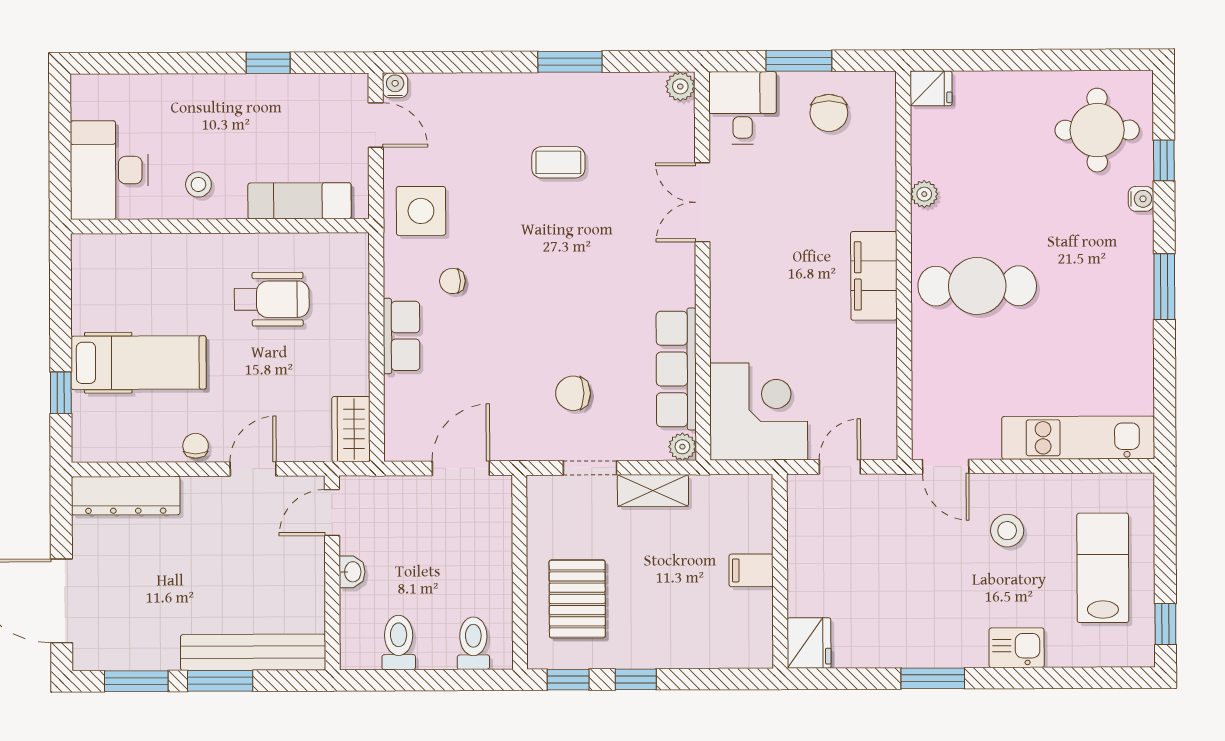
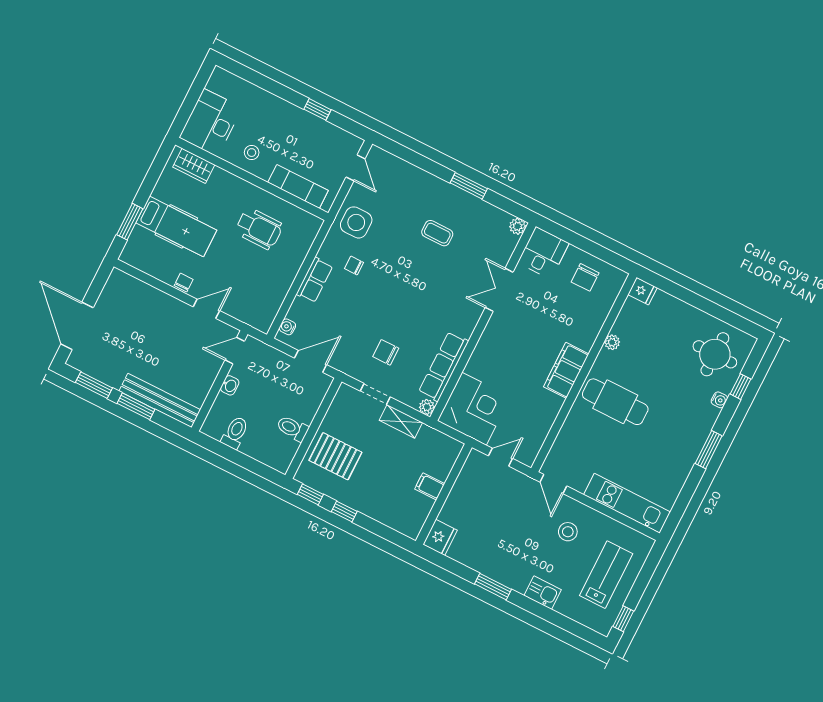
window: (799, 61) -> (583, 244), removed
water cooler: (395, 85) -> (287, 327), moved, turned -90
window: (61, 393) -> (130, 222), width x1.50
wardrobe: (351, 429) -> (194, 166), moved, turned -90
dresser: (126, 496) -> (136, 290), removed
pallet: (577, 599) -> (335, 456), turned 90
toilet: (473, 643) -> (292, 428), moved, turned -90

